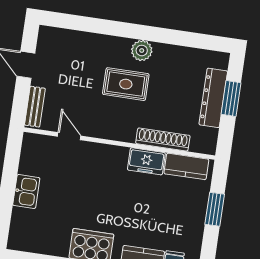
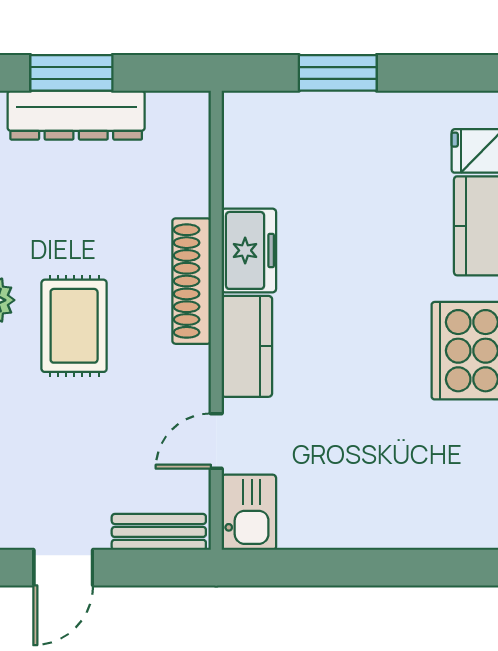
shoe rack: (163, 139) -> (192, 281), moved
kitchen counter: (186, 166) -> (247, 346), moved
kitchen sink: (26, 192) -> (249, 512), moved, turned 90

